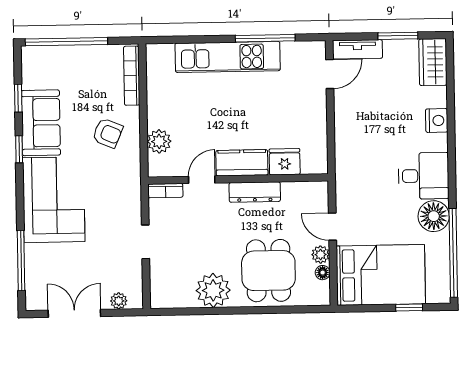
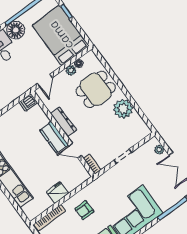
armchair: (108, 133) -> (84, 210), turned -113
plant: (159, 141) -> (71, 183), removed
dishwasher: (318, 161) -> (28, 102), added
fridge: (285, 162) -> (58, 193), moved, turned 90
door: (332, 227) -> (45, 81), moved

